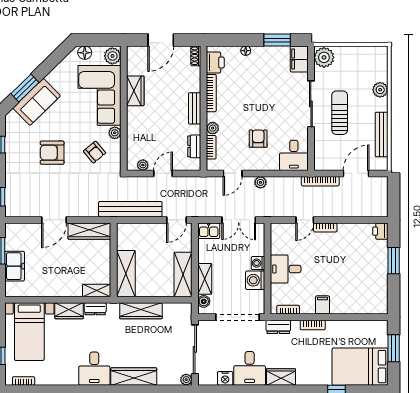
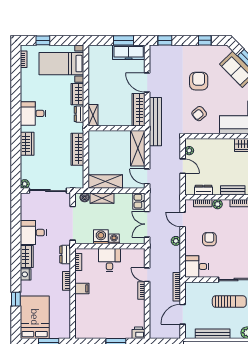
plant: (115, 133) -> (214, 129), removed
armchair: (258, 139) -> (209, 239), turned -90
door: (356, 173) -> (183, 314), swing flipped
bench: (130, 209) -> (155, 122), moved
freezer: (15, 266) -> (129, 52), moved, width x1.40
shelving: (126, 274) -> (138, 148), moved, turned 90
wardrobe: (134, 377) -> (27, 144), width x0.67
nightstand: (225, 378) -> (26, 274), moved

